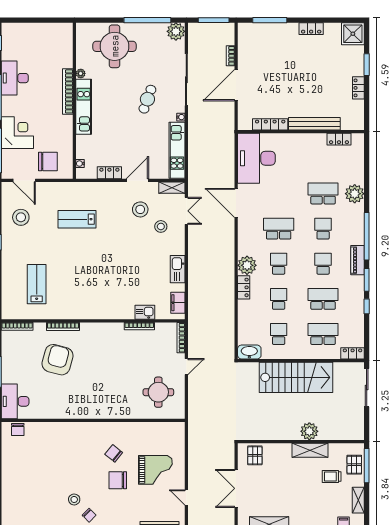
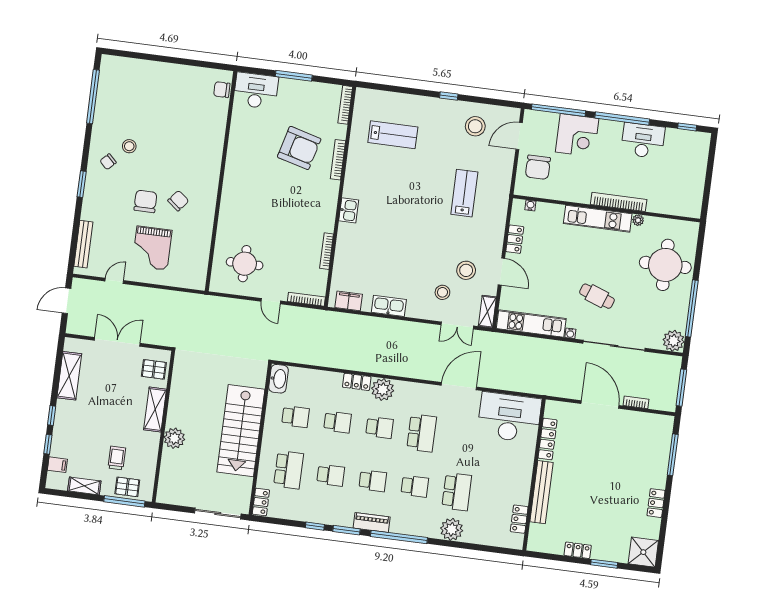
school desk: (323, 299) -> (331, 475), width x0.54
kitchen sink: (145, 312) -> (349, 210), moved
shelving: (310, 450) -> (155, 410), moved

